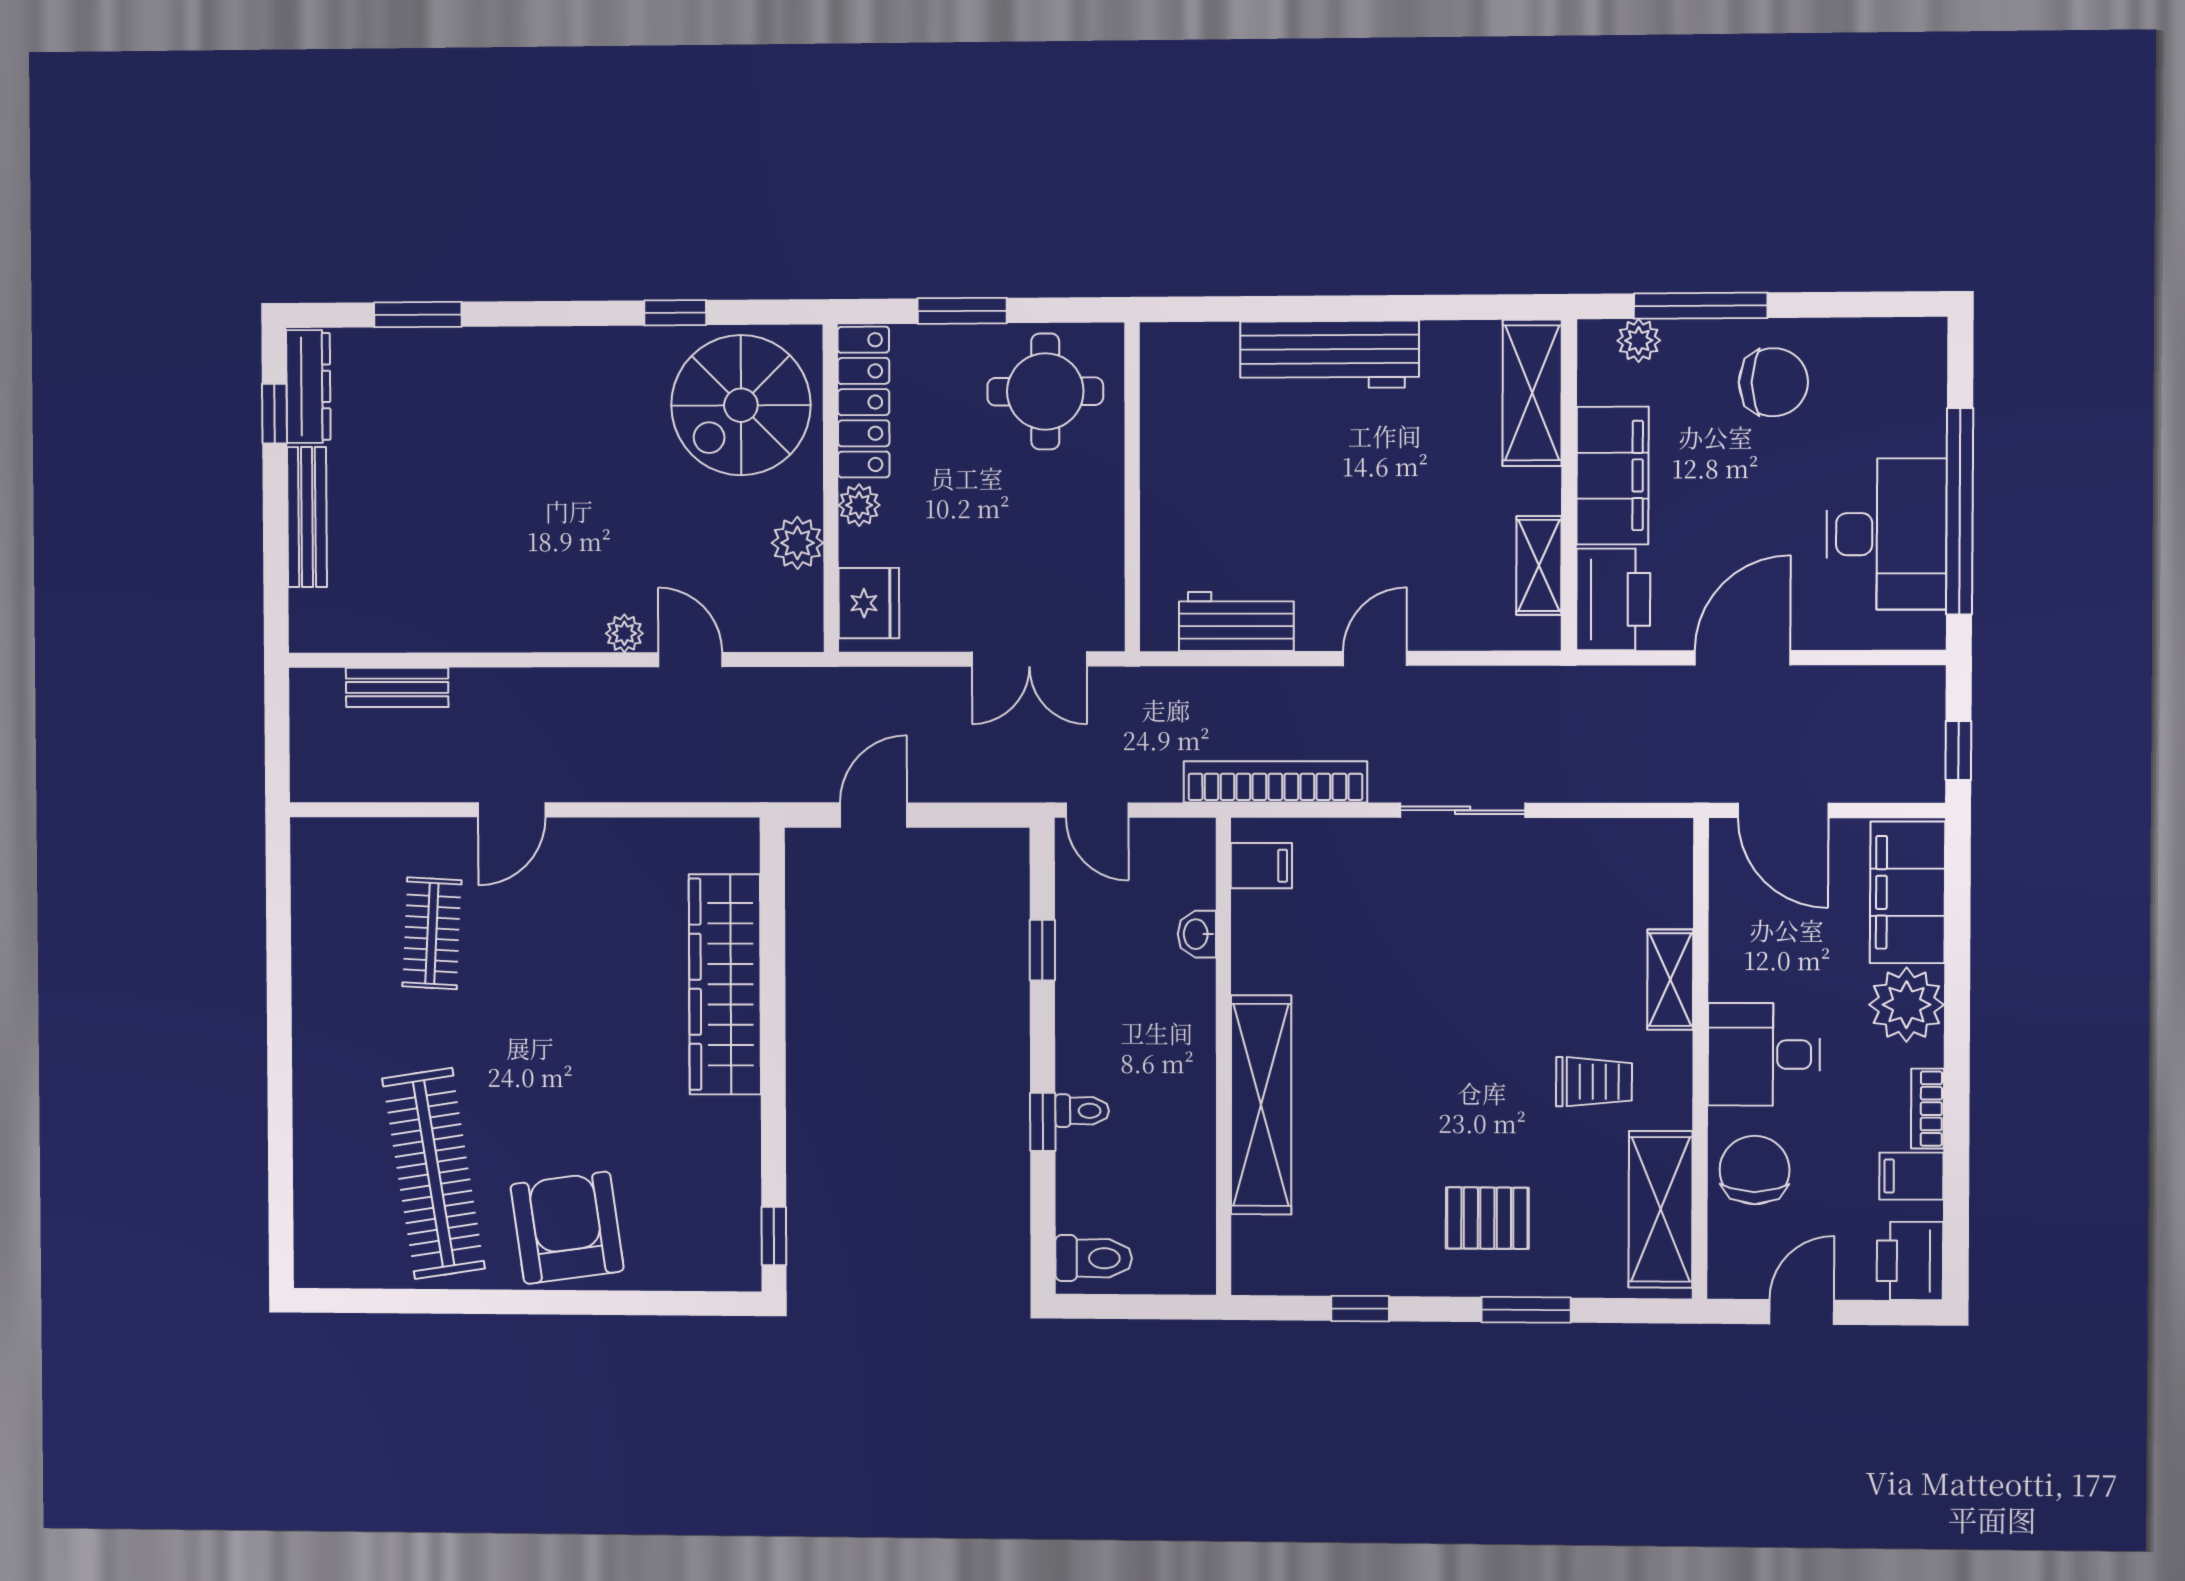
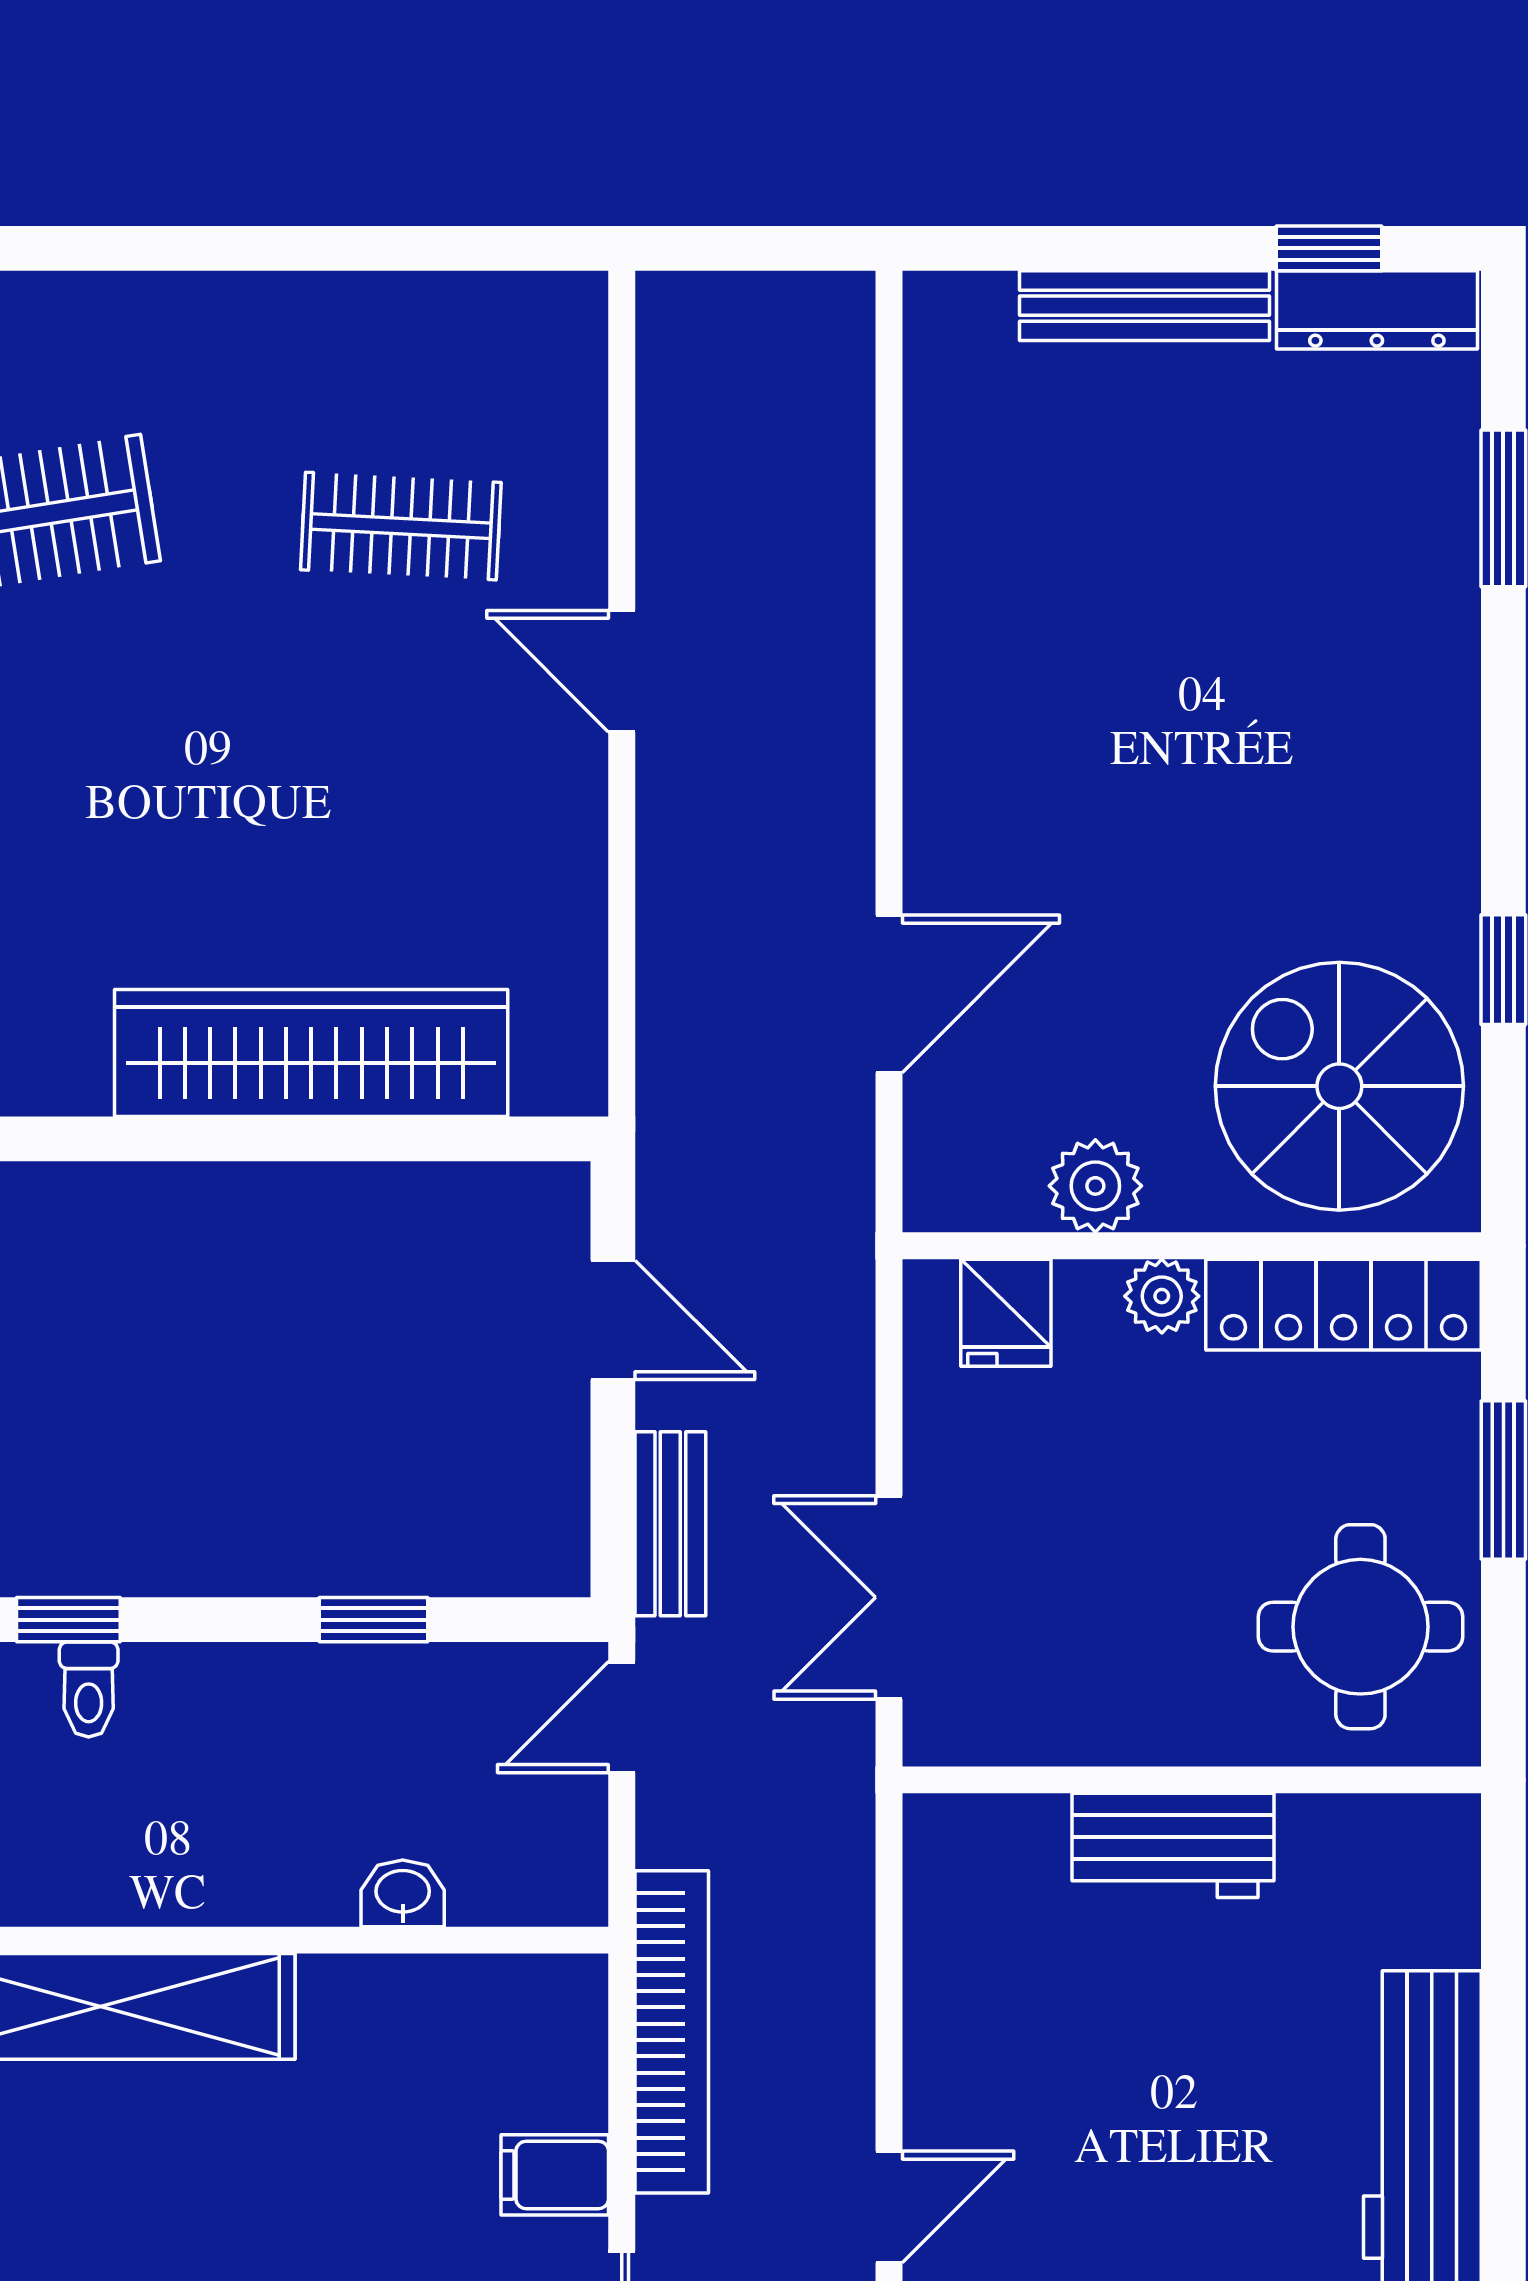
fridge: (869, 603) -> (1006, 1313), width x0.72
workbench: (1236, 621) -> (1173, 1845), moved, turned 90
plant: (624, 633) -> (936, 876), removed
door: (1375, 658) -> (889, 2207), hinge flipped
door: (690, 660) -> (889, 994), width x1.38
bench: (397, 687) -> (670, 1524), moved
filing cabinet: (1261, 866) -> (555, 2175), moved, turned 90

